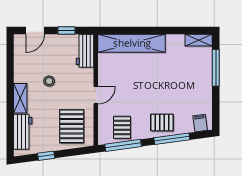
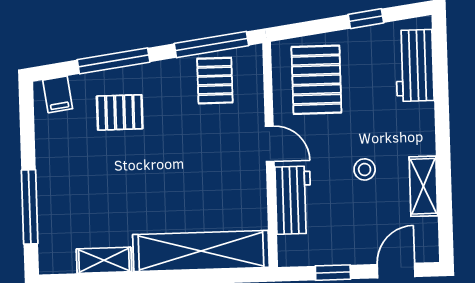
shelving: (199, 40) -> (104, 260), moved
workbench: (85, 51) -> (293, 200), moved
door: (96, 95) -> (270, 144), swing flipped
shelving: (20, 98) -> (423, 186), moved
pallet: (162, 122) -> (120, 112), moved

